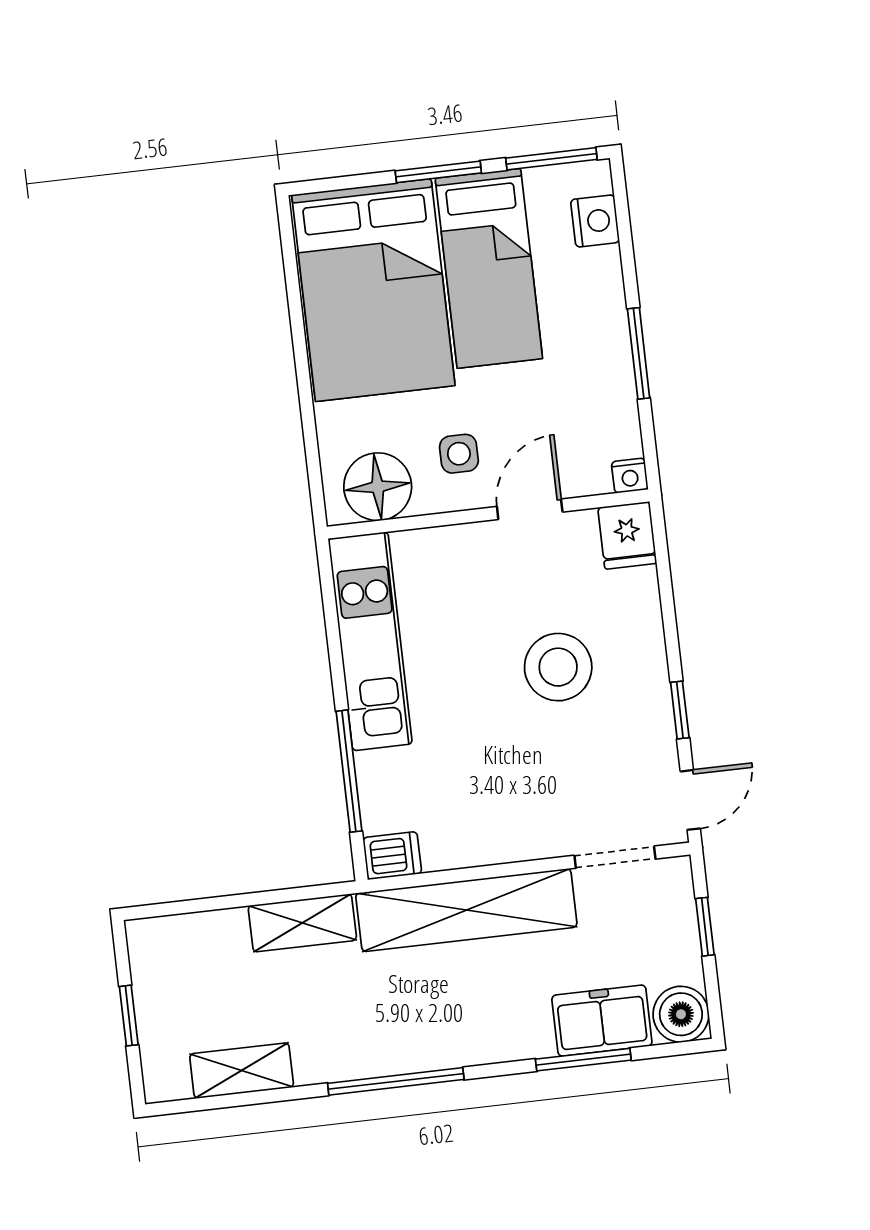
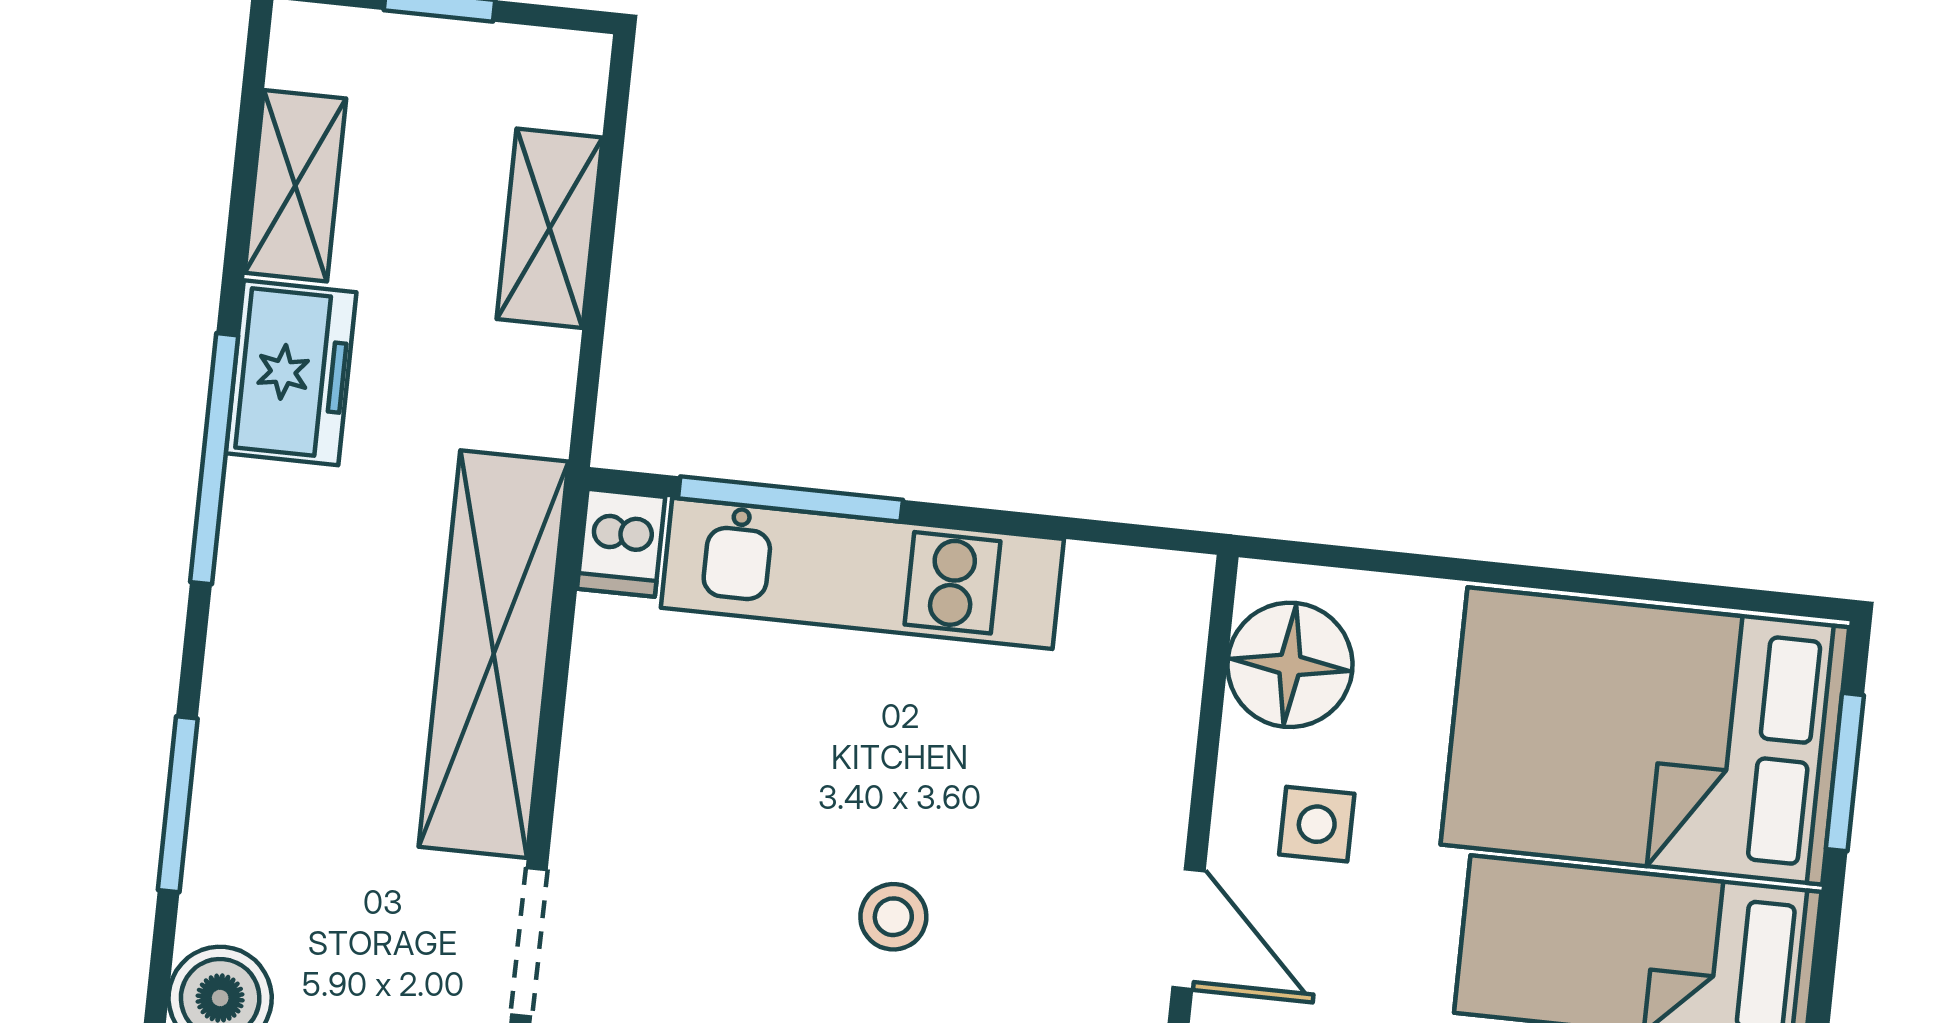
window: (438, 172) -> (1845, 772), moved
kitchen unit: (370, 641) -> (862, 573), moved
stool: (558, 667) -> (893, 917), width x0.53, depth x0.53
shelving: (302, 923) -> (550, 228), moved
freezer: (602, 1021) -> (291, 373), moved

